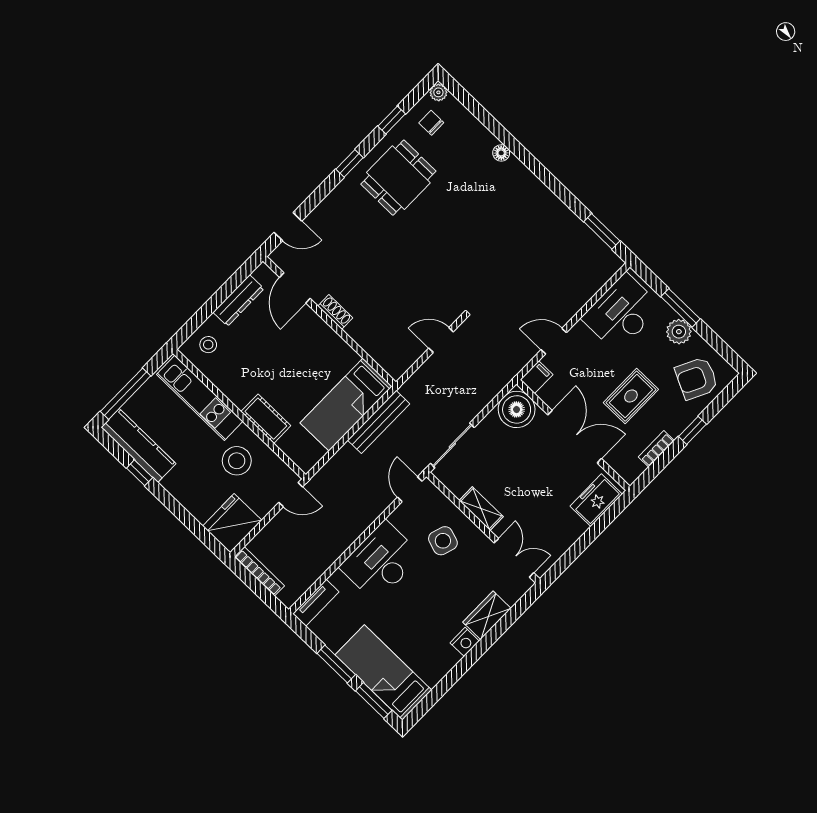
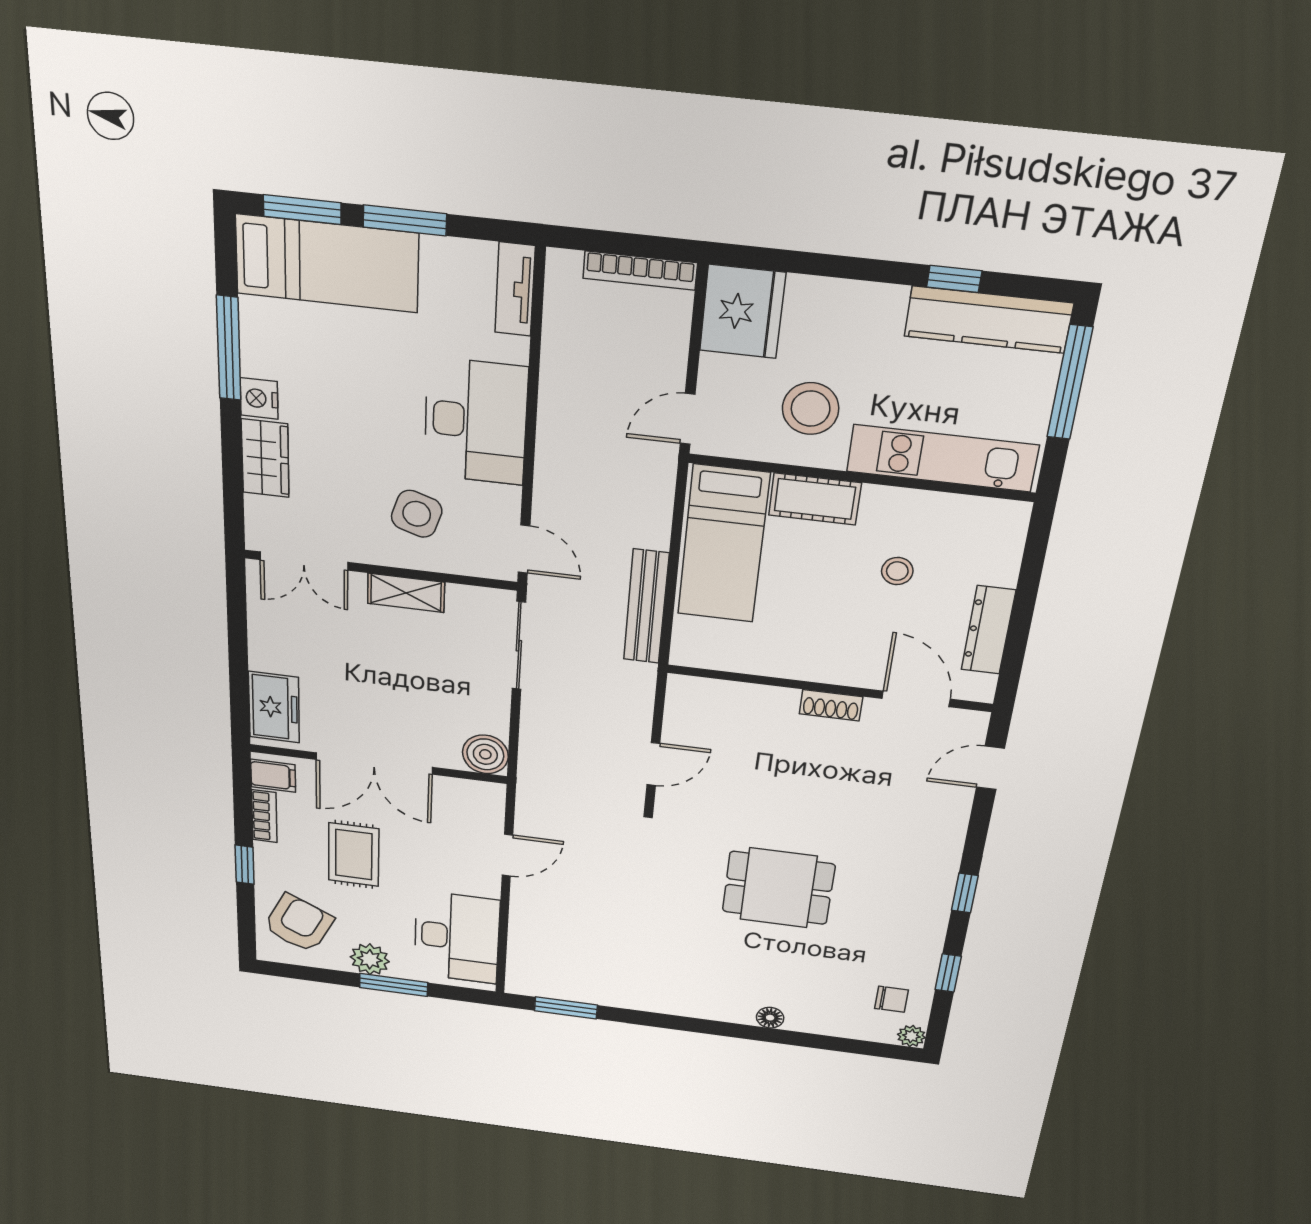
dining table: (398, 178) -> (778, 888), moved, turned 90
stool: (208, 345) -> (897, 571), moved
filing cabinet: (537, 377) -> (273, 776), moved, turned -90
bed: (346, 405) -> (723, 544), moved, turned 180
boiler: (517, 409) -> (485, 754), width x0.73, depth x0.73
window: (457, 672) -> (229, 348), added

